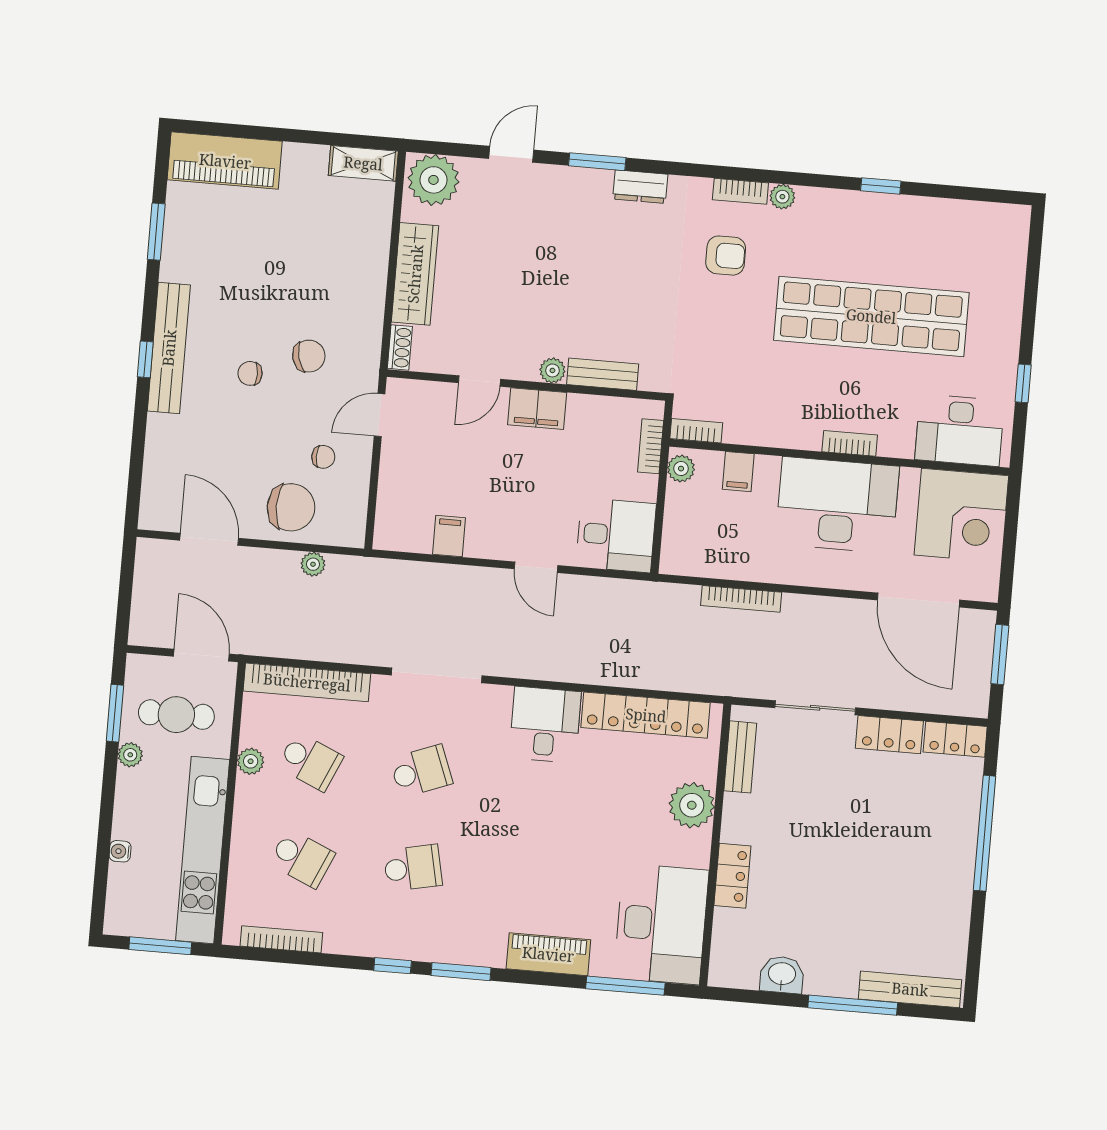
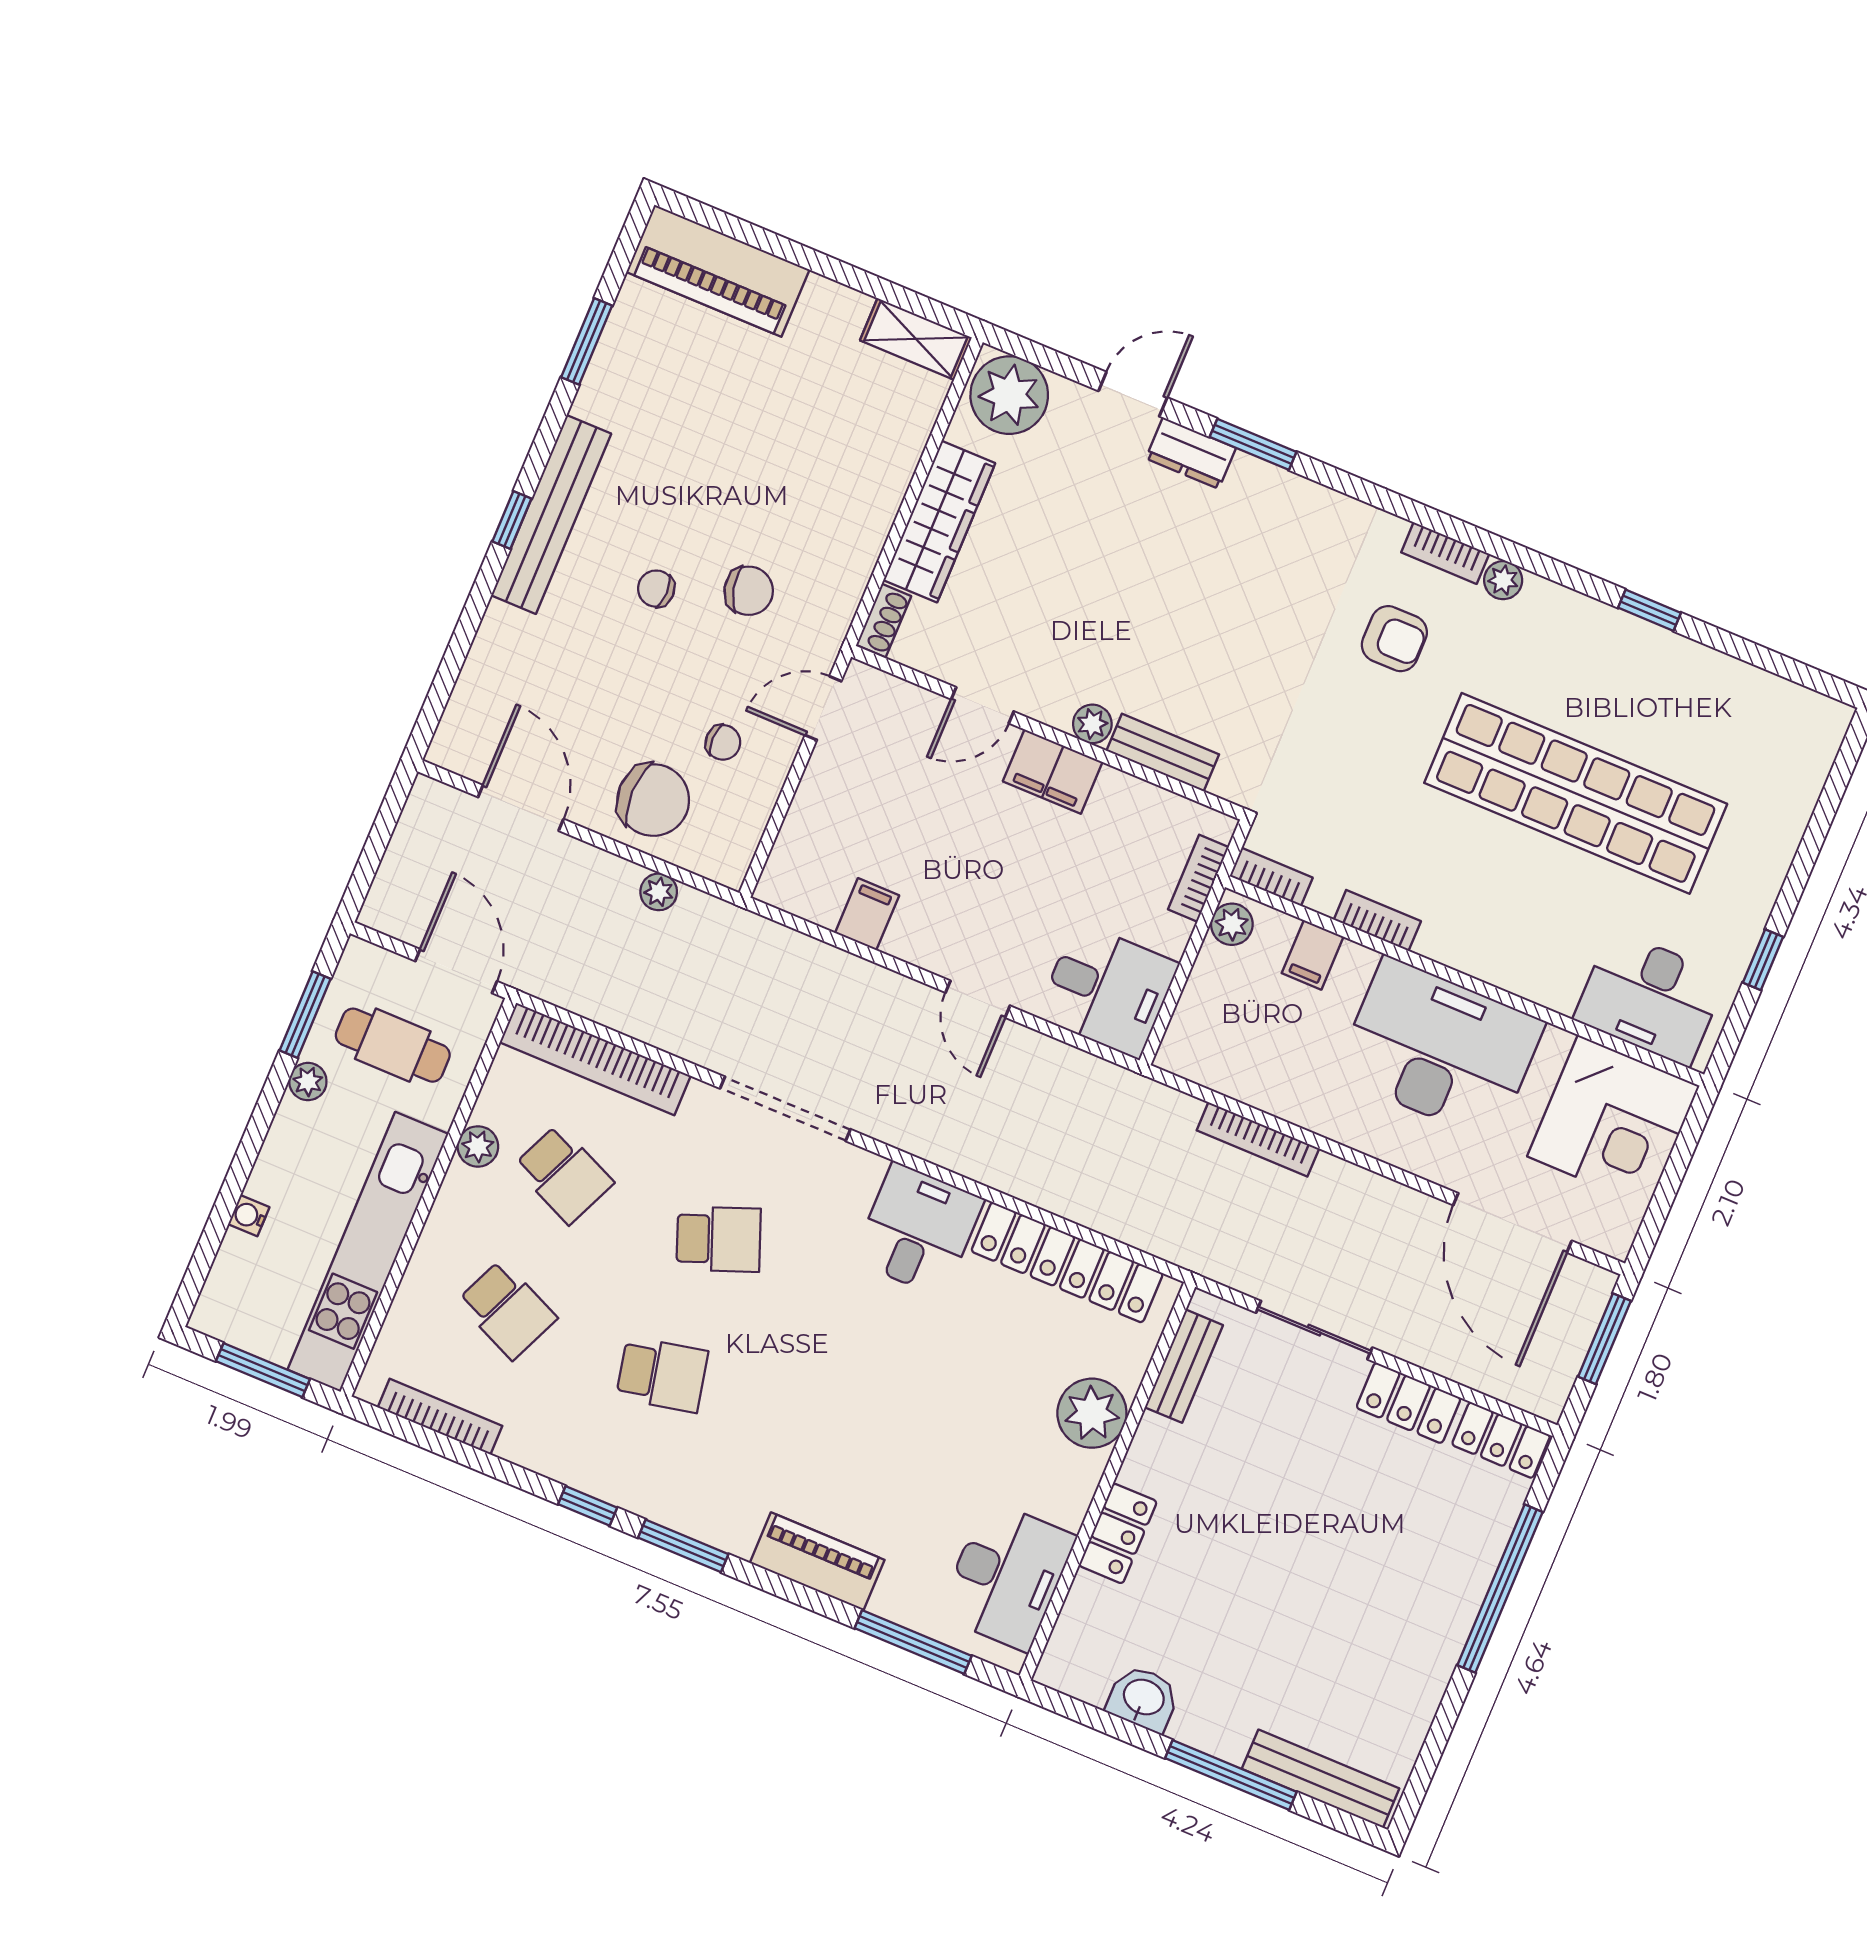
dresser: (640, 187) -> (1191, 453), moved
bookcase: (850, 443) -> (1377, 920), moved
desk: (661, 924) -> (1007, 1576), width x0.73, depth x0.77

